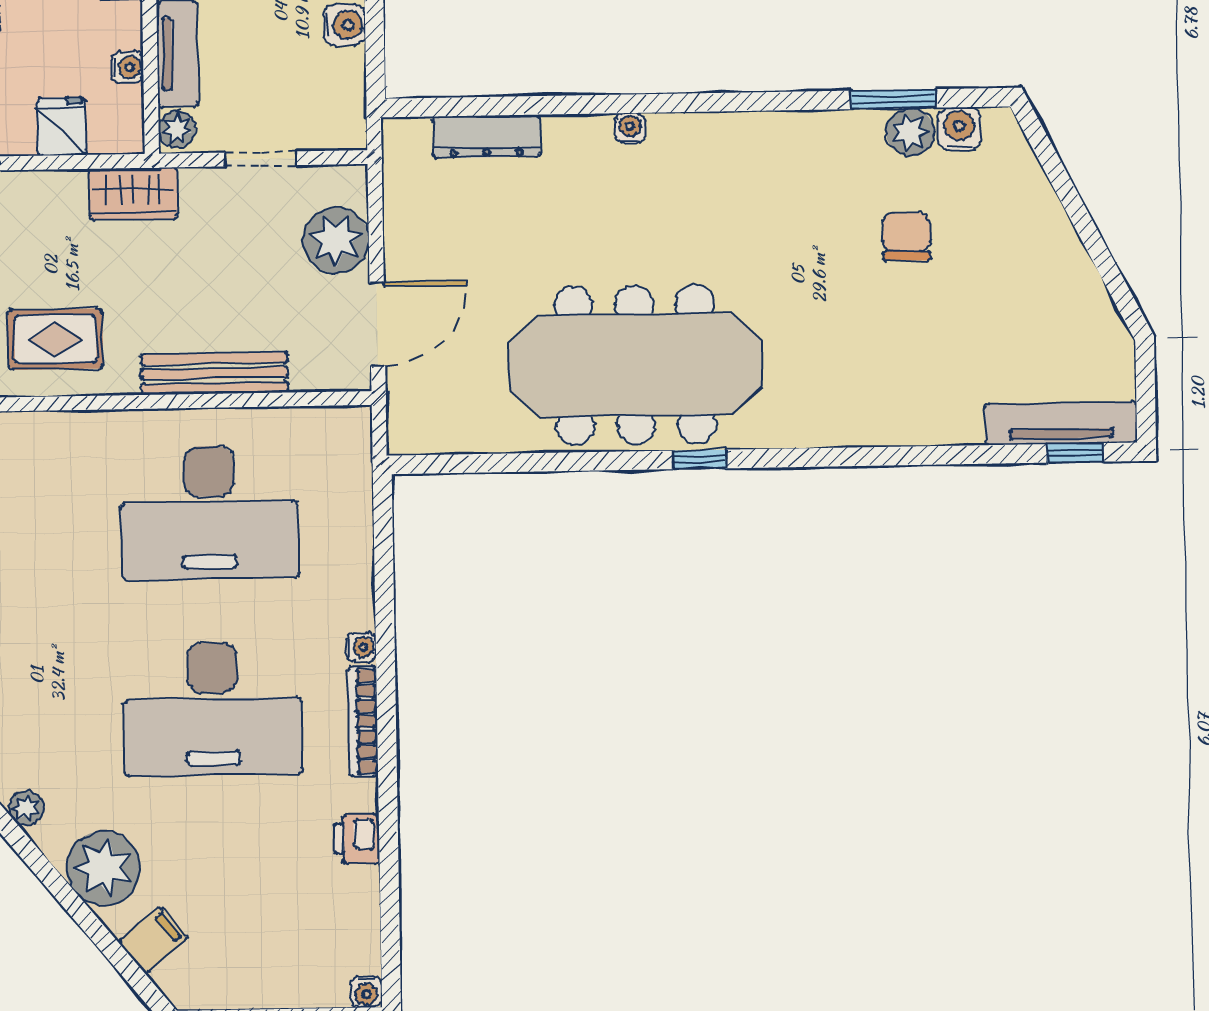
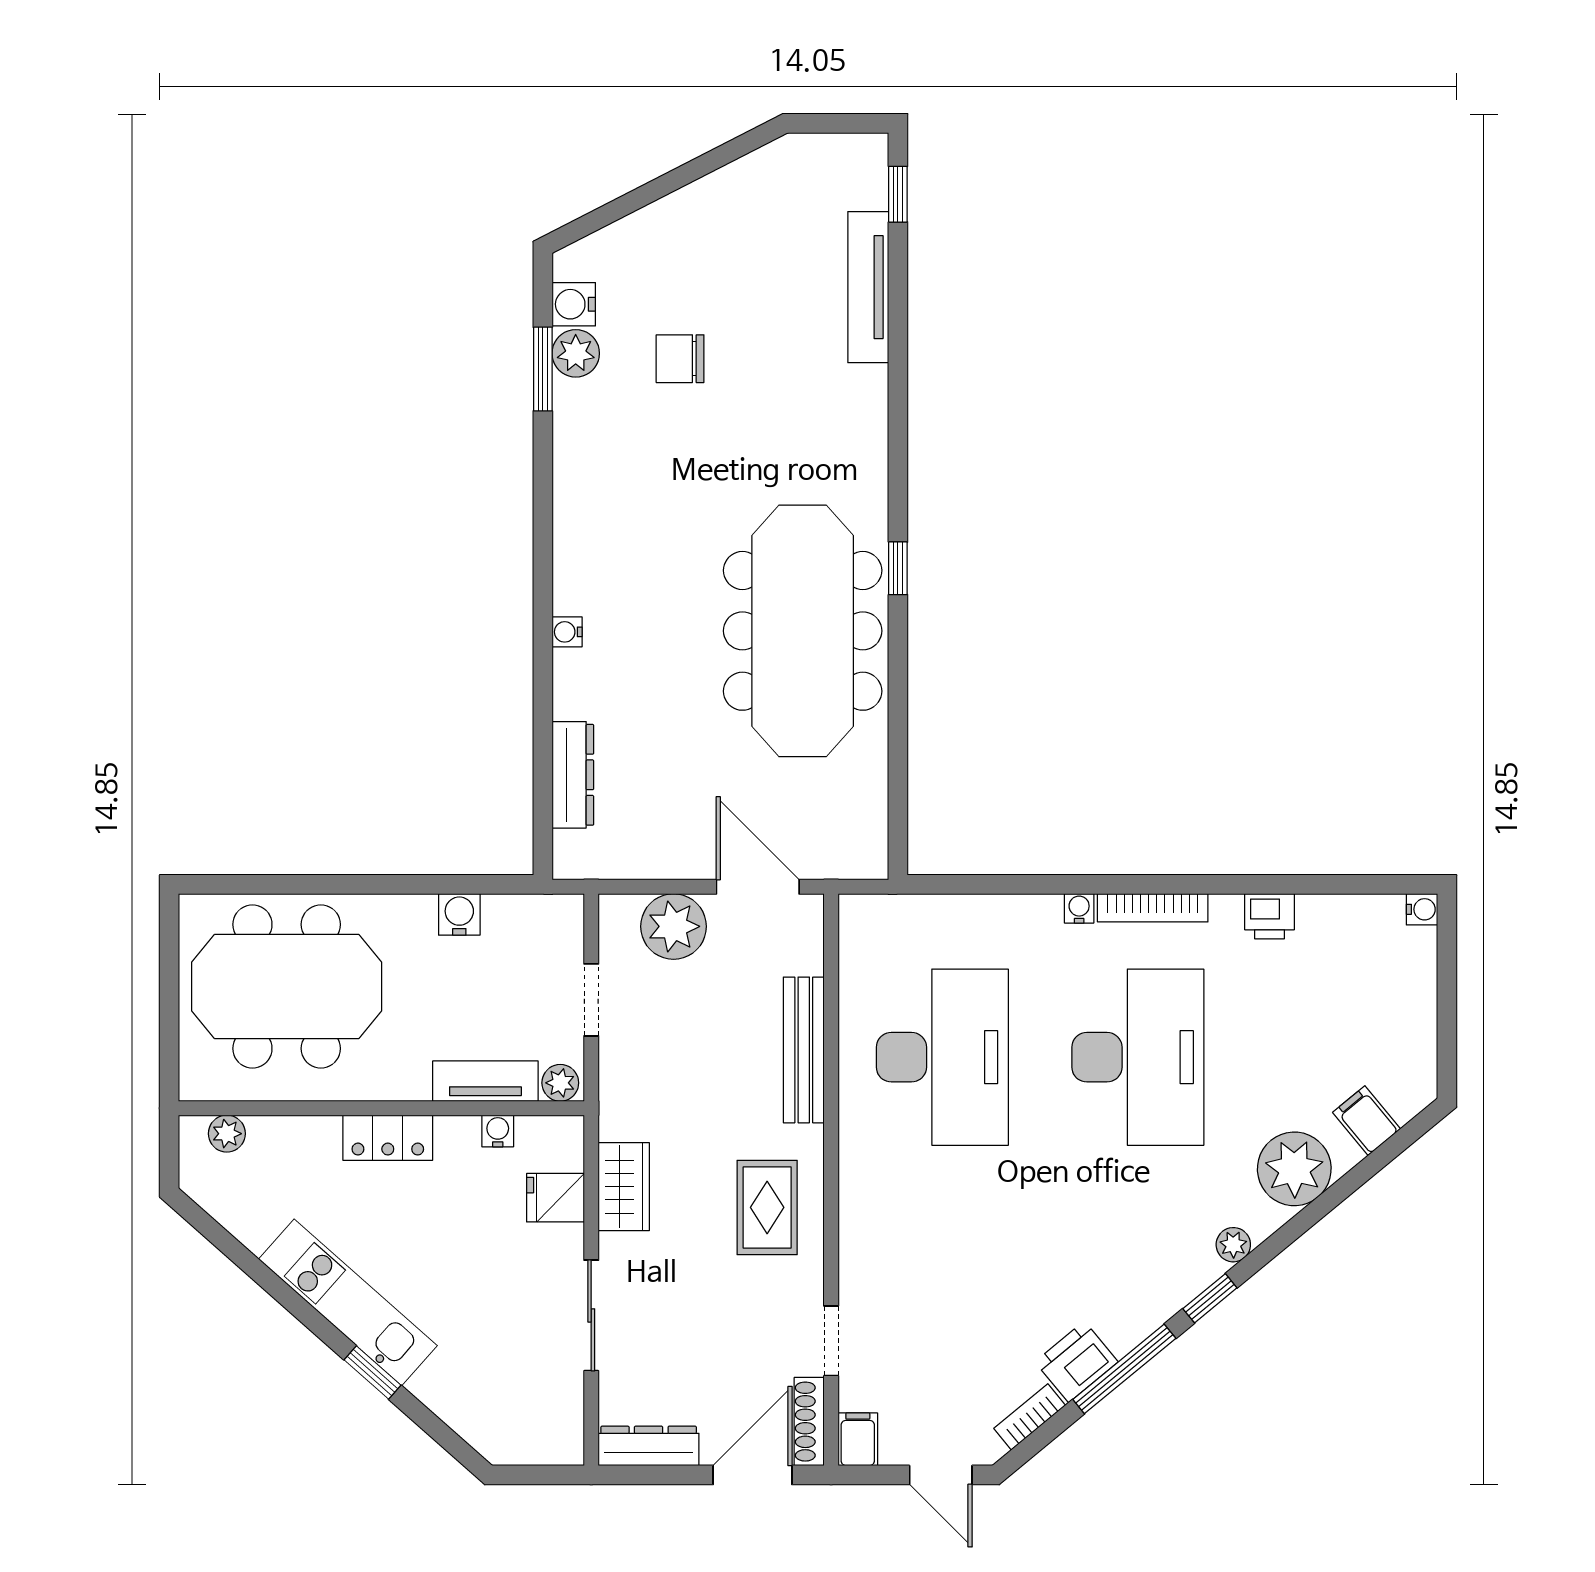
wardrobe: (133, 194) -> (624, 1187), moved
tv unit: (1061, 423) -> (868, 287), moved

